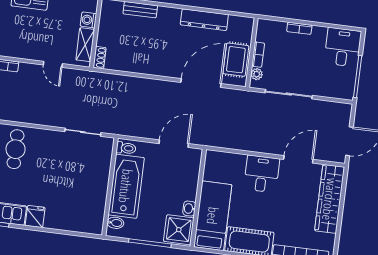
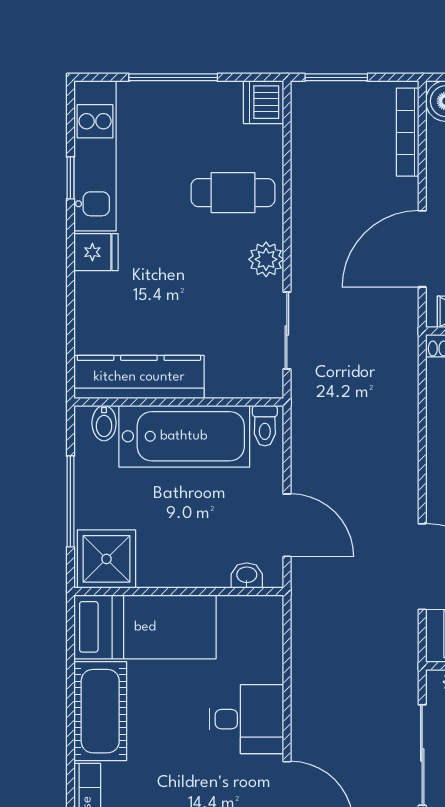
door: (53, 64) -> (422, 249), width x1.88
plant: (49, 138) -> (266, 259), added
kitchen counter: (96, 204) -> (139, 377), added
washbasin: (189, 209) -> (247, 575), moved

